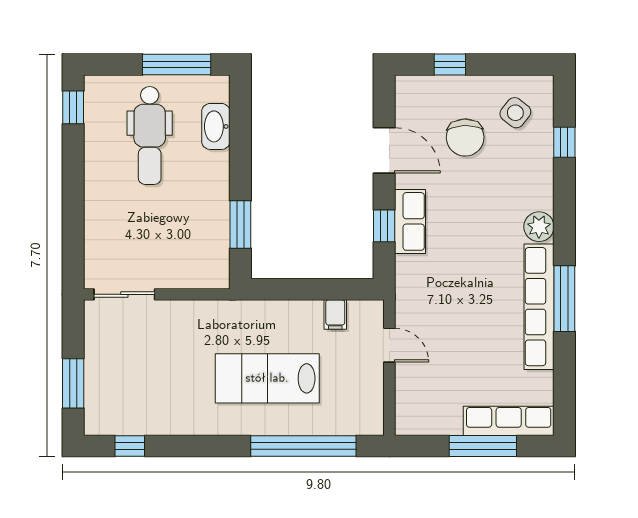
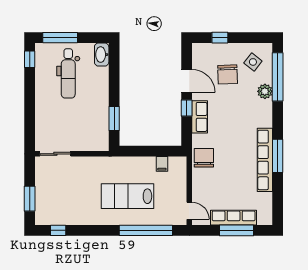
window: (177, 65) -> (60, 38), moved
washbasin: (216, 126) -> (102, 55), moved
window: (564, 142) -> (278, 77), width x3.17
window: (384, 226) -> (187, 108), moved
plant: (539, 227) -> (265, 91), moved
chair: (418, 302) -> (204, 158), added
door: (389, 345) -> (189, 211), moved
row of seats: (509, 421) -> (234, 218), moved

